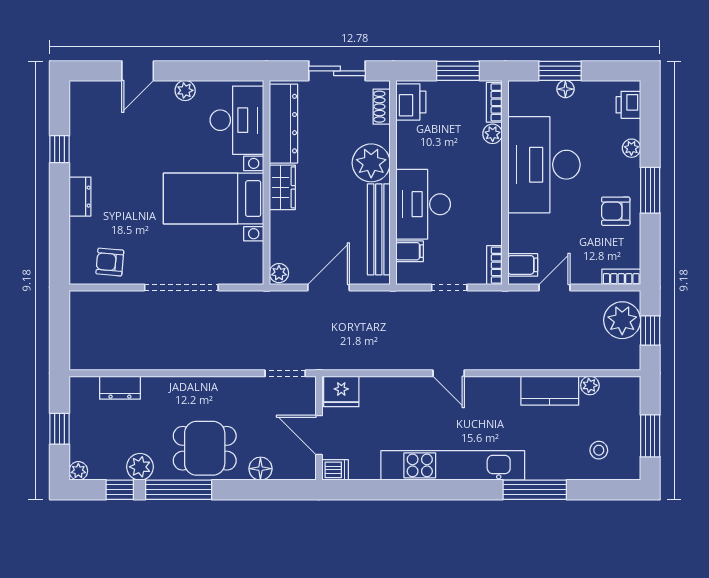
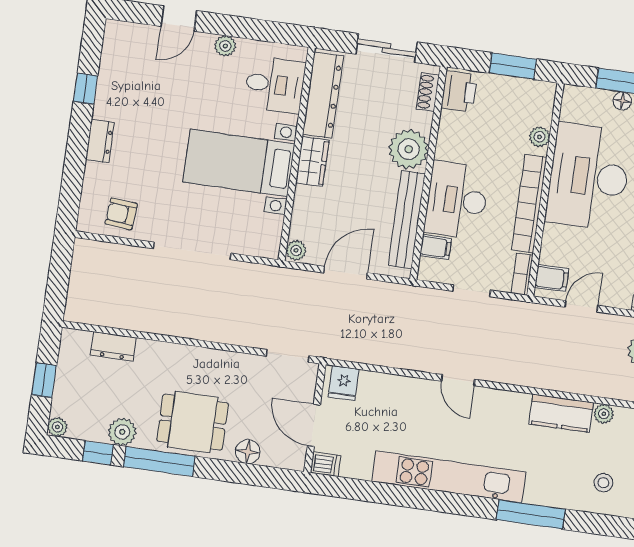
bookcase: (494, 102) -> (529, 204), moved, width x2.31, depth x1.31
desk: (237, 120) -> (275, 85), width x0.73
fridge: (341, 391) -> (343, 383), width x0.72

